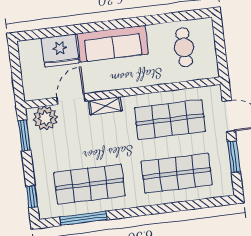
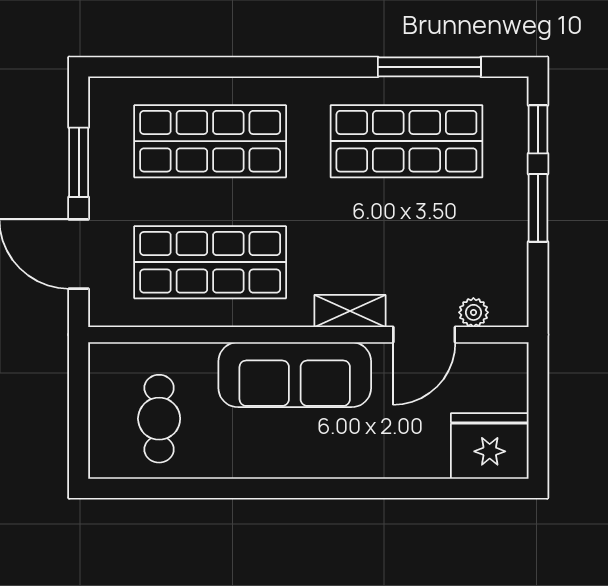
sofa: (113, 44) -> (295, 375), moved, turned 180
fridge: (60, 50) -> (490, 446), moved
plant: (45, 118) -> (473, 312), width x0.53, depth x0.53
window: (24, 135) -> (538, 208), moved

